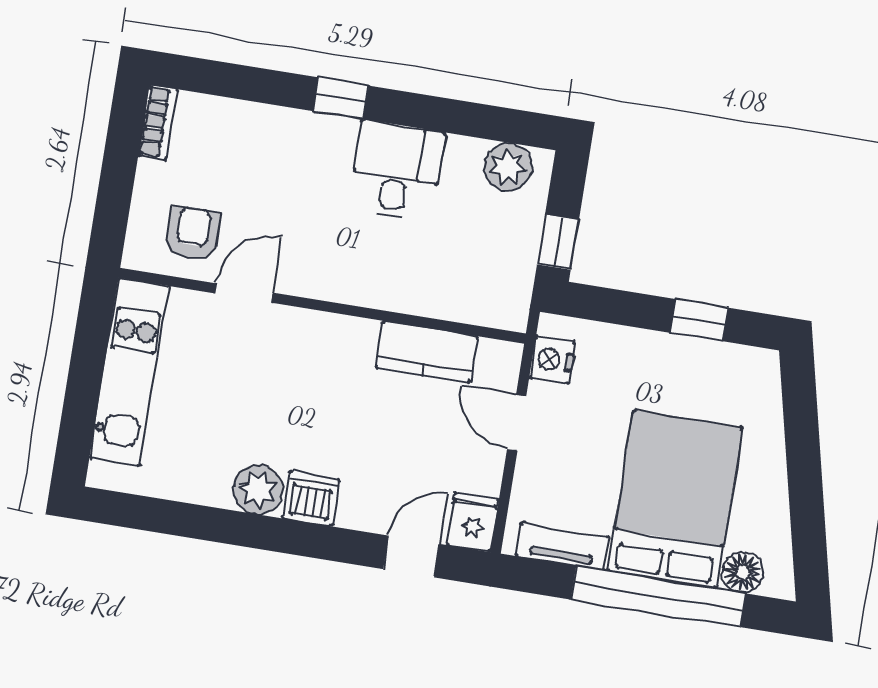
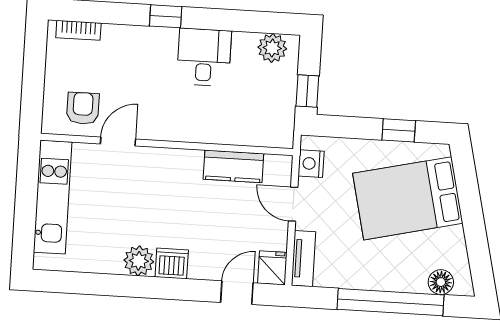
bookcase: (158, 122) -> (78, 30), moved, turned 90
bed: (675, 499) -> (408, 198), moved, turned -103
tv unit: (563, 546) -> (304, 259), moved, turned 90

